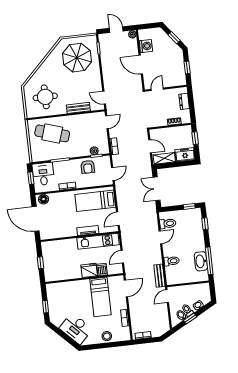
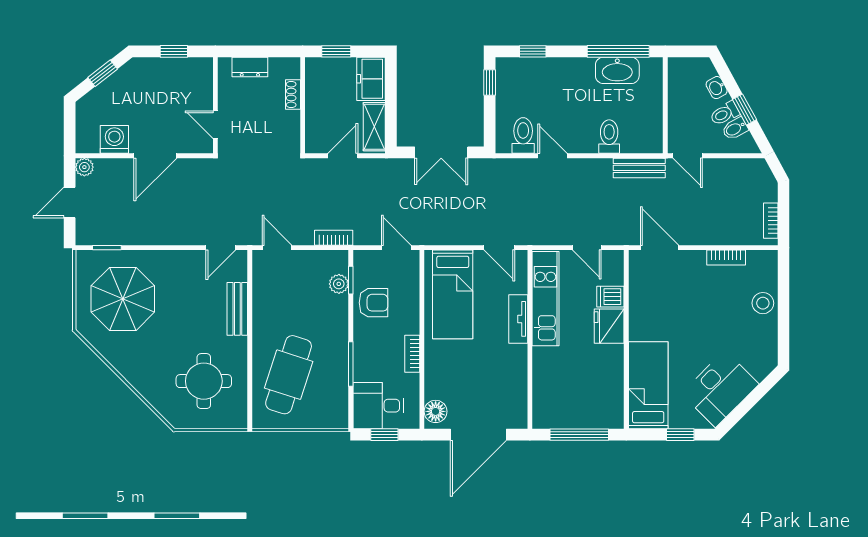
window: (41, 263) -> (579, 435), width x2.17
bed: (100, 297) -> (648, 385), moved, turned -90
desk: (76, 328) -> (720, 389), moved

